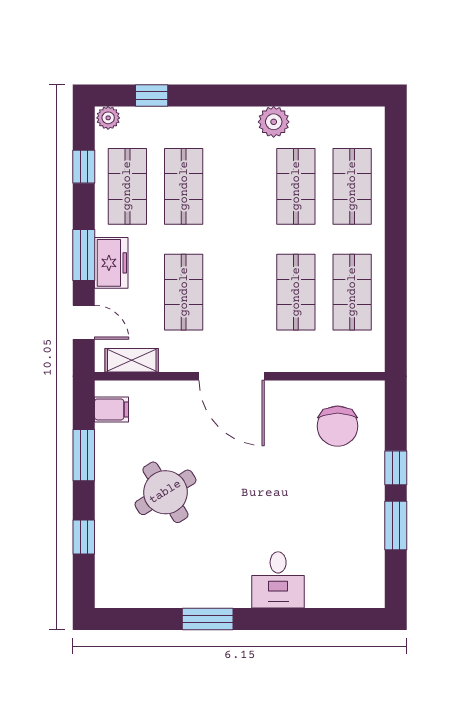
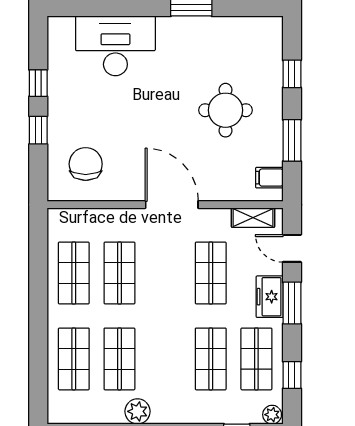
round table: (165, 492) -> (225, 110), turned 32
window: (396, 526) -> (38, 83), width x0.67
desk: (278, 580) -> (115, 46), width x1.87, depth x1.30

